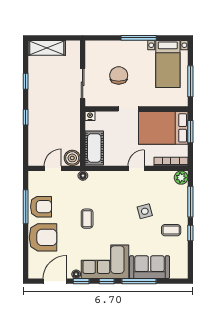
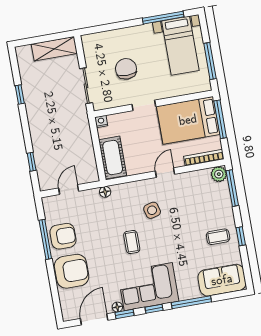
window: (139, 38) -> (163, 18), moved
shelving: (47, 48) -> (54, 49), moved
window: (26, 117) -> (32, 162), moved
window: (190, 132) -> (220, 119), width x1.44
boiler: (72, 158) -> (89, 174), removed
window: (190, 202) -> (232, 188), moved
side table: (145, 211) -> (152, 210), moved
coffee table: (87, 219) -> (132, 242), moved
sofa: (150, 267) -> (222, 280), moved

